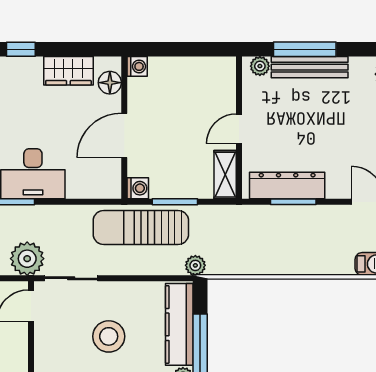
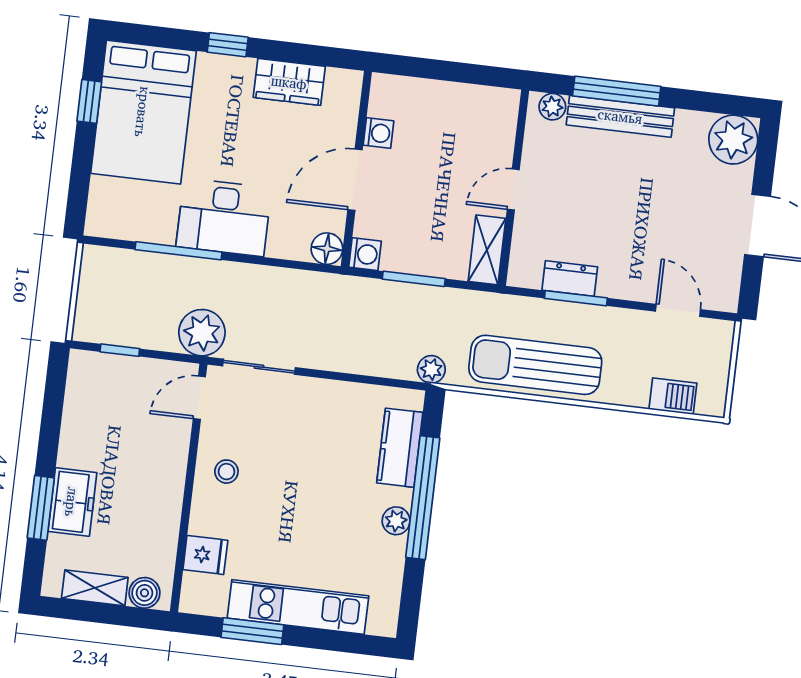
washing machine: (137, 66) -> (378, 133), moved
floor lamp: (110, 83) -> (327, 249), moved
dresser: (287, 186) -> (570, 279), width x0.51, depth x0.80
sun lounger: (141, 227) -> (535, 365), moved
kitchen counter: (179, 324) -> (400, 448), width x0.67
stool: (109, 336) -> (226, 472), moved, width x0.53, depth x0.53

